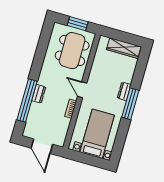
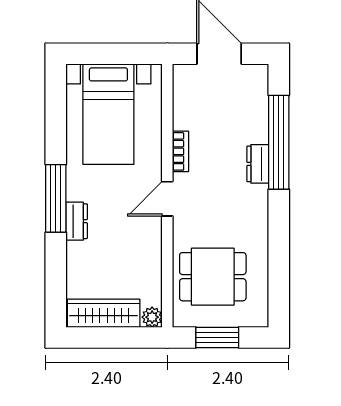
plant: (103, 40) -> (152, 317), added
dining table: (72, 51) -> (213, 277), width x0.73
door: (82, 90) -> (167, 199), swing flipped

